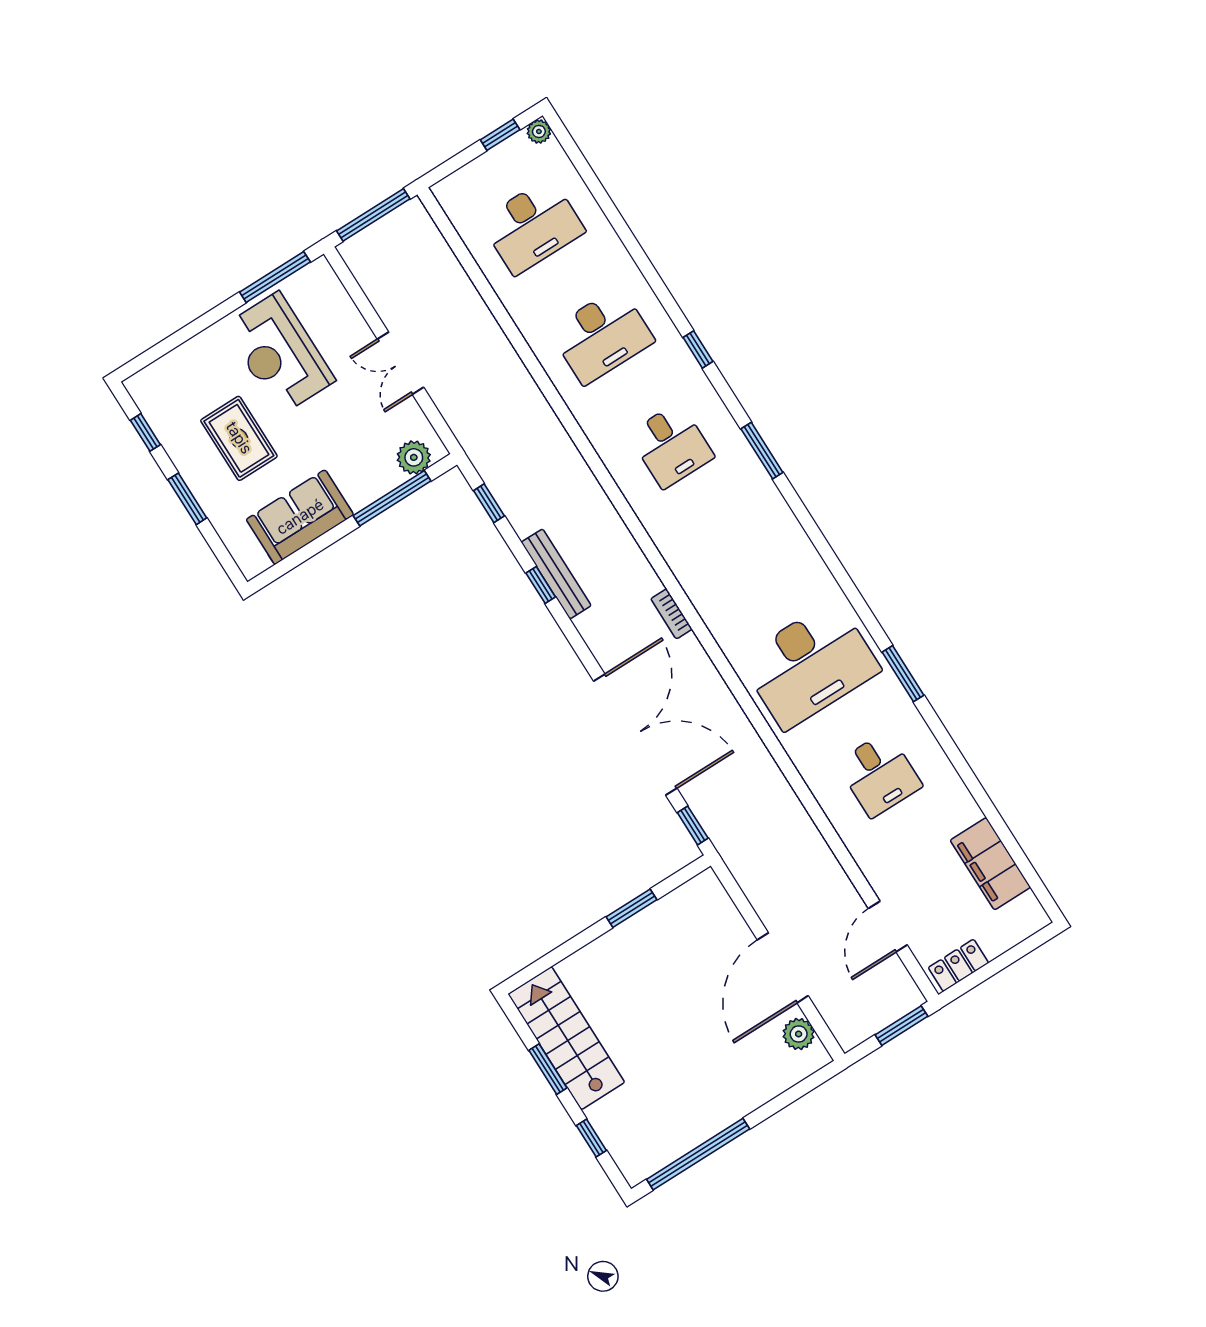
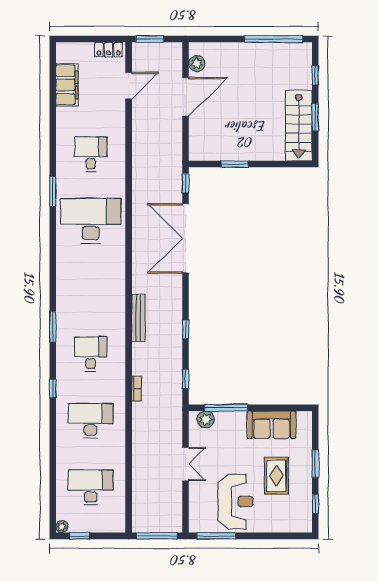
bench: (556, 574) -> (138, 318), moved
bookcase: (672, 614) -> (137, 389), moved

